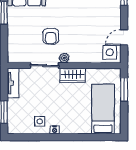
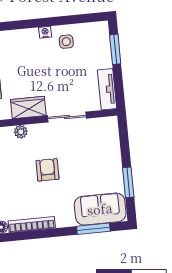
armchair: (51, 36) -> (47, 170), moved
plant: (64, 58) -> (21, 132), moved

